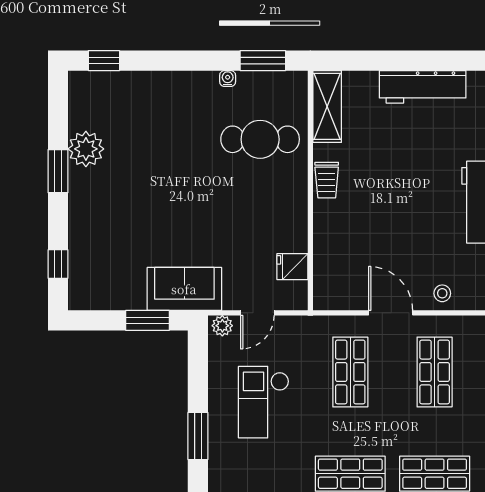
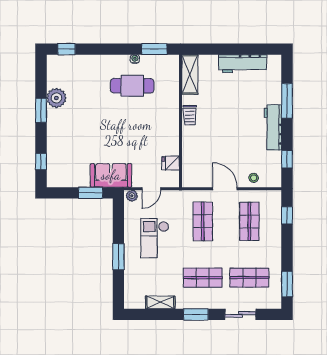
cafe table: (260, 139) -> (132, 86), moved

